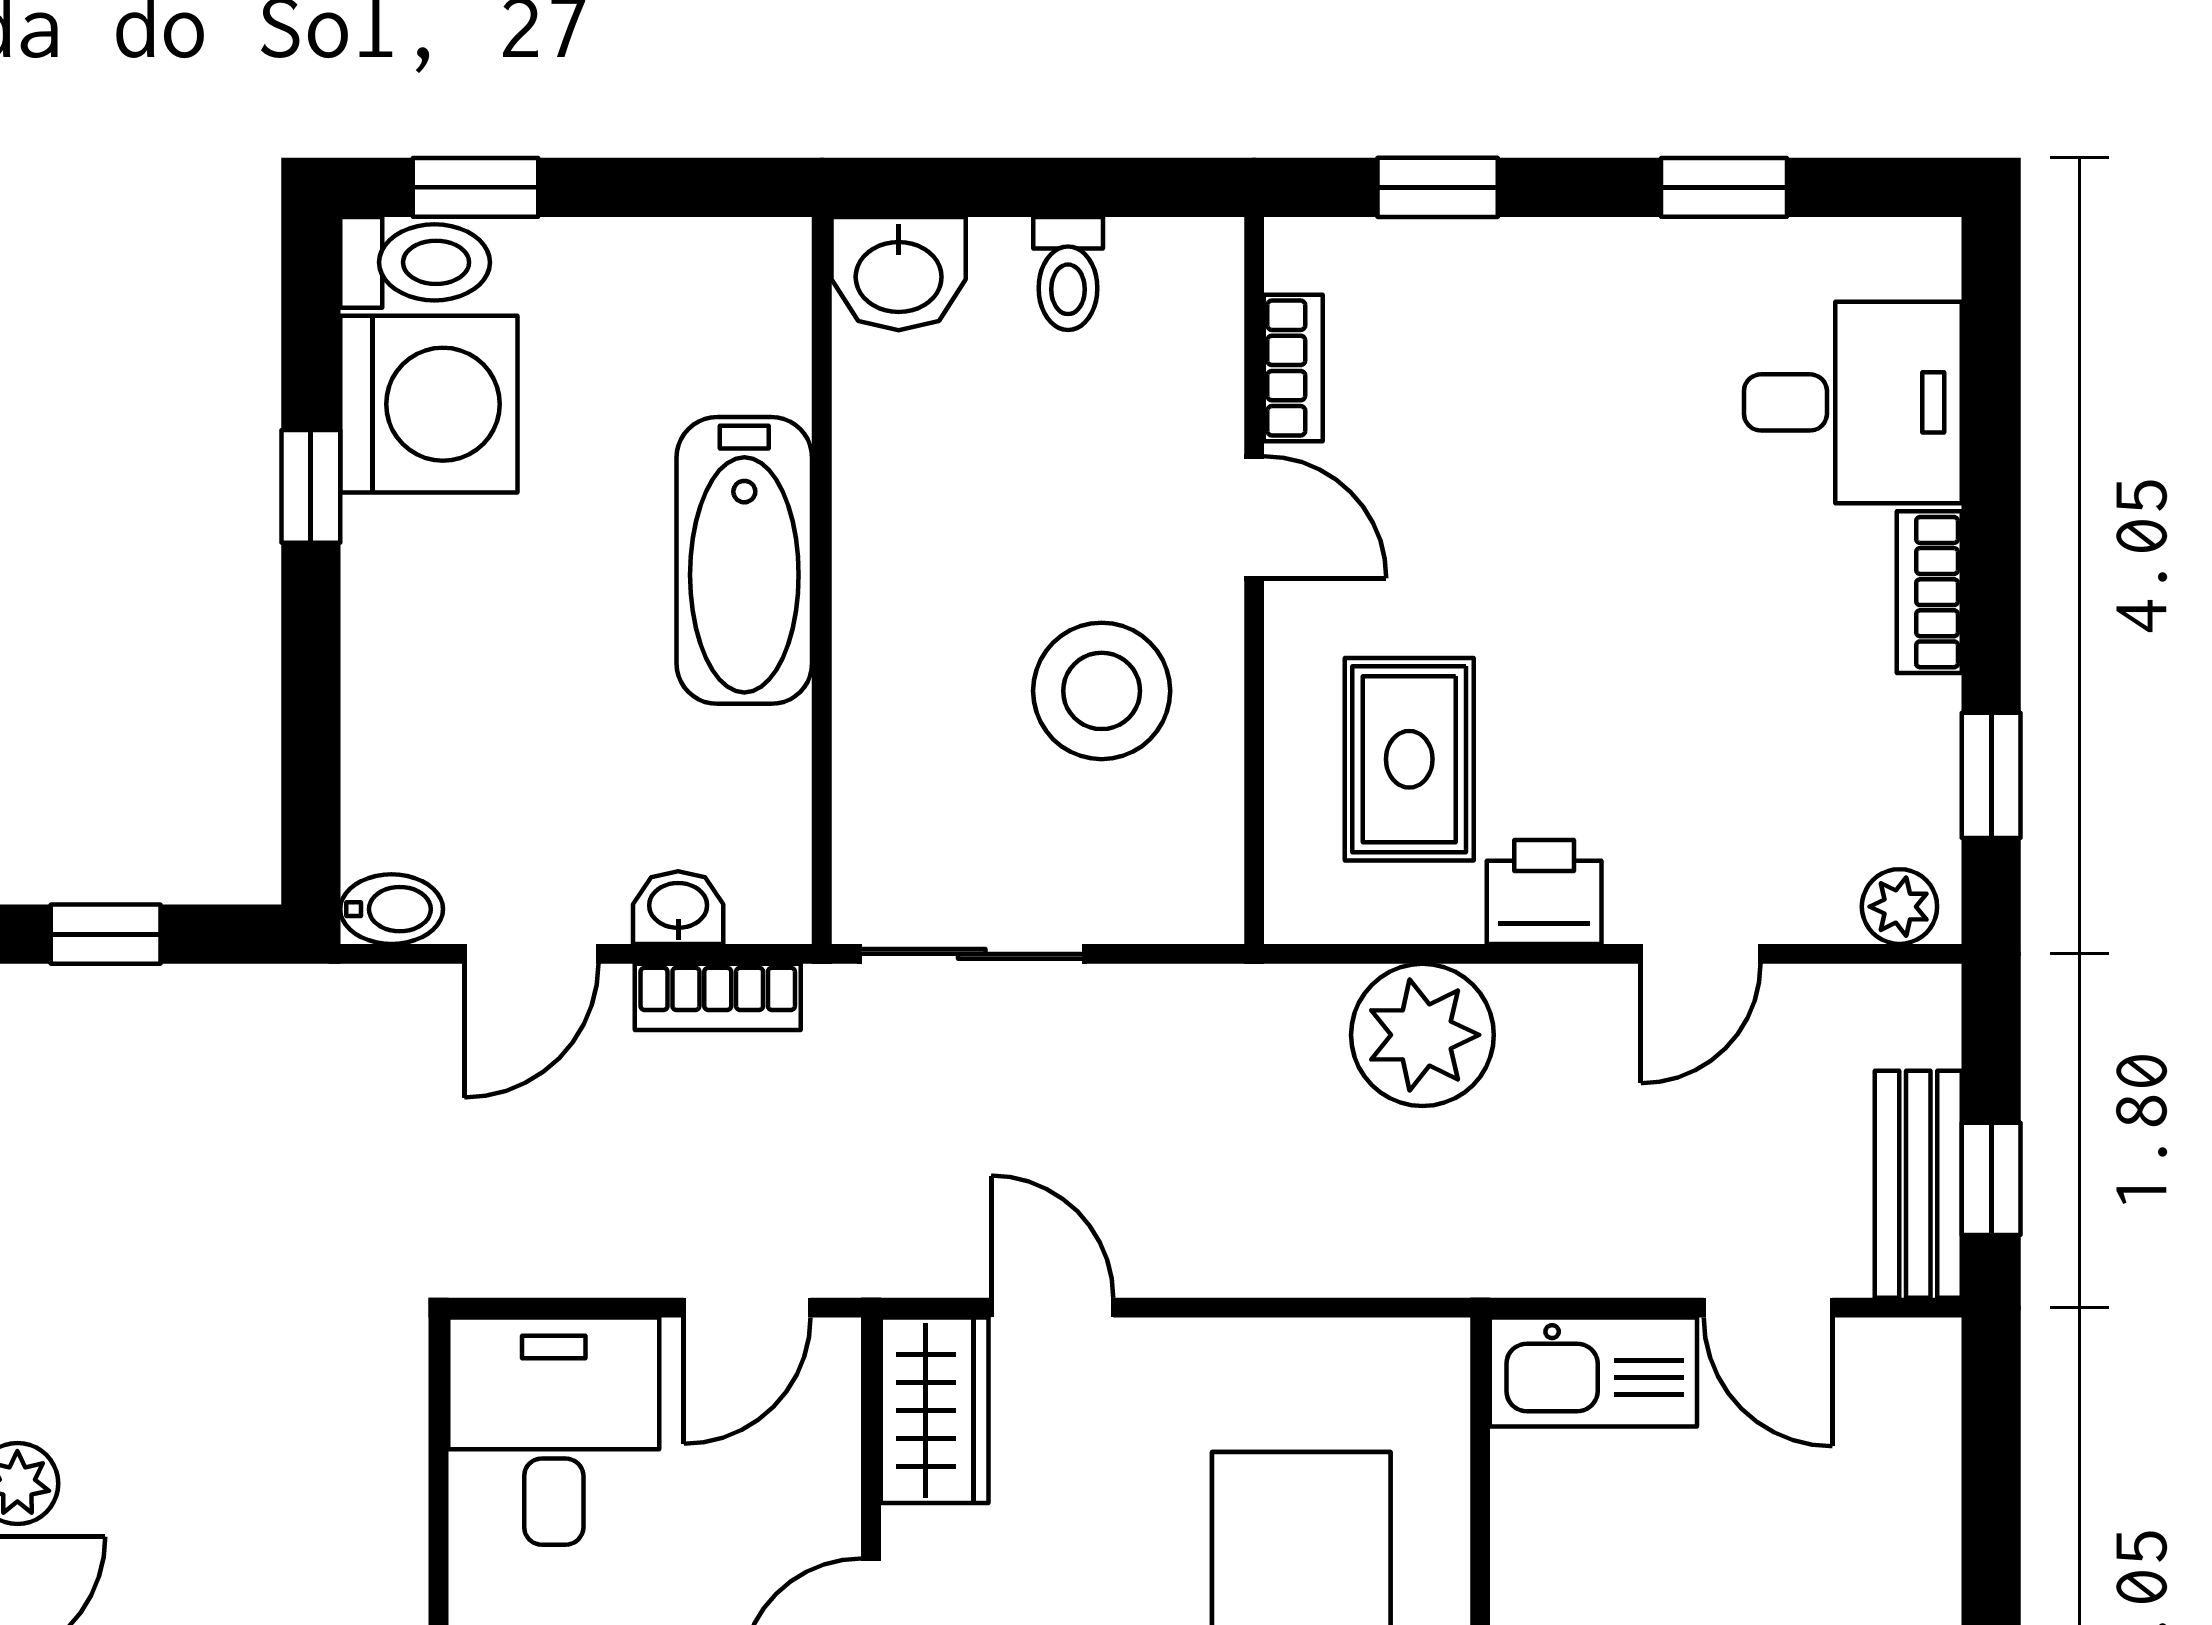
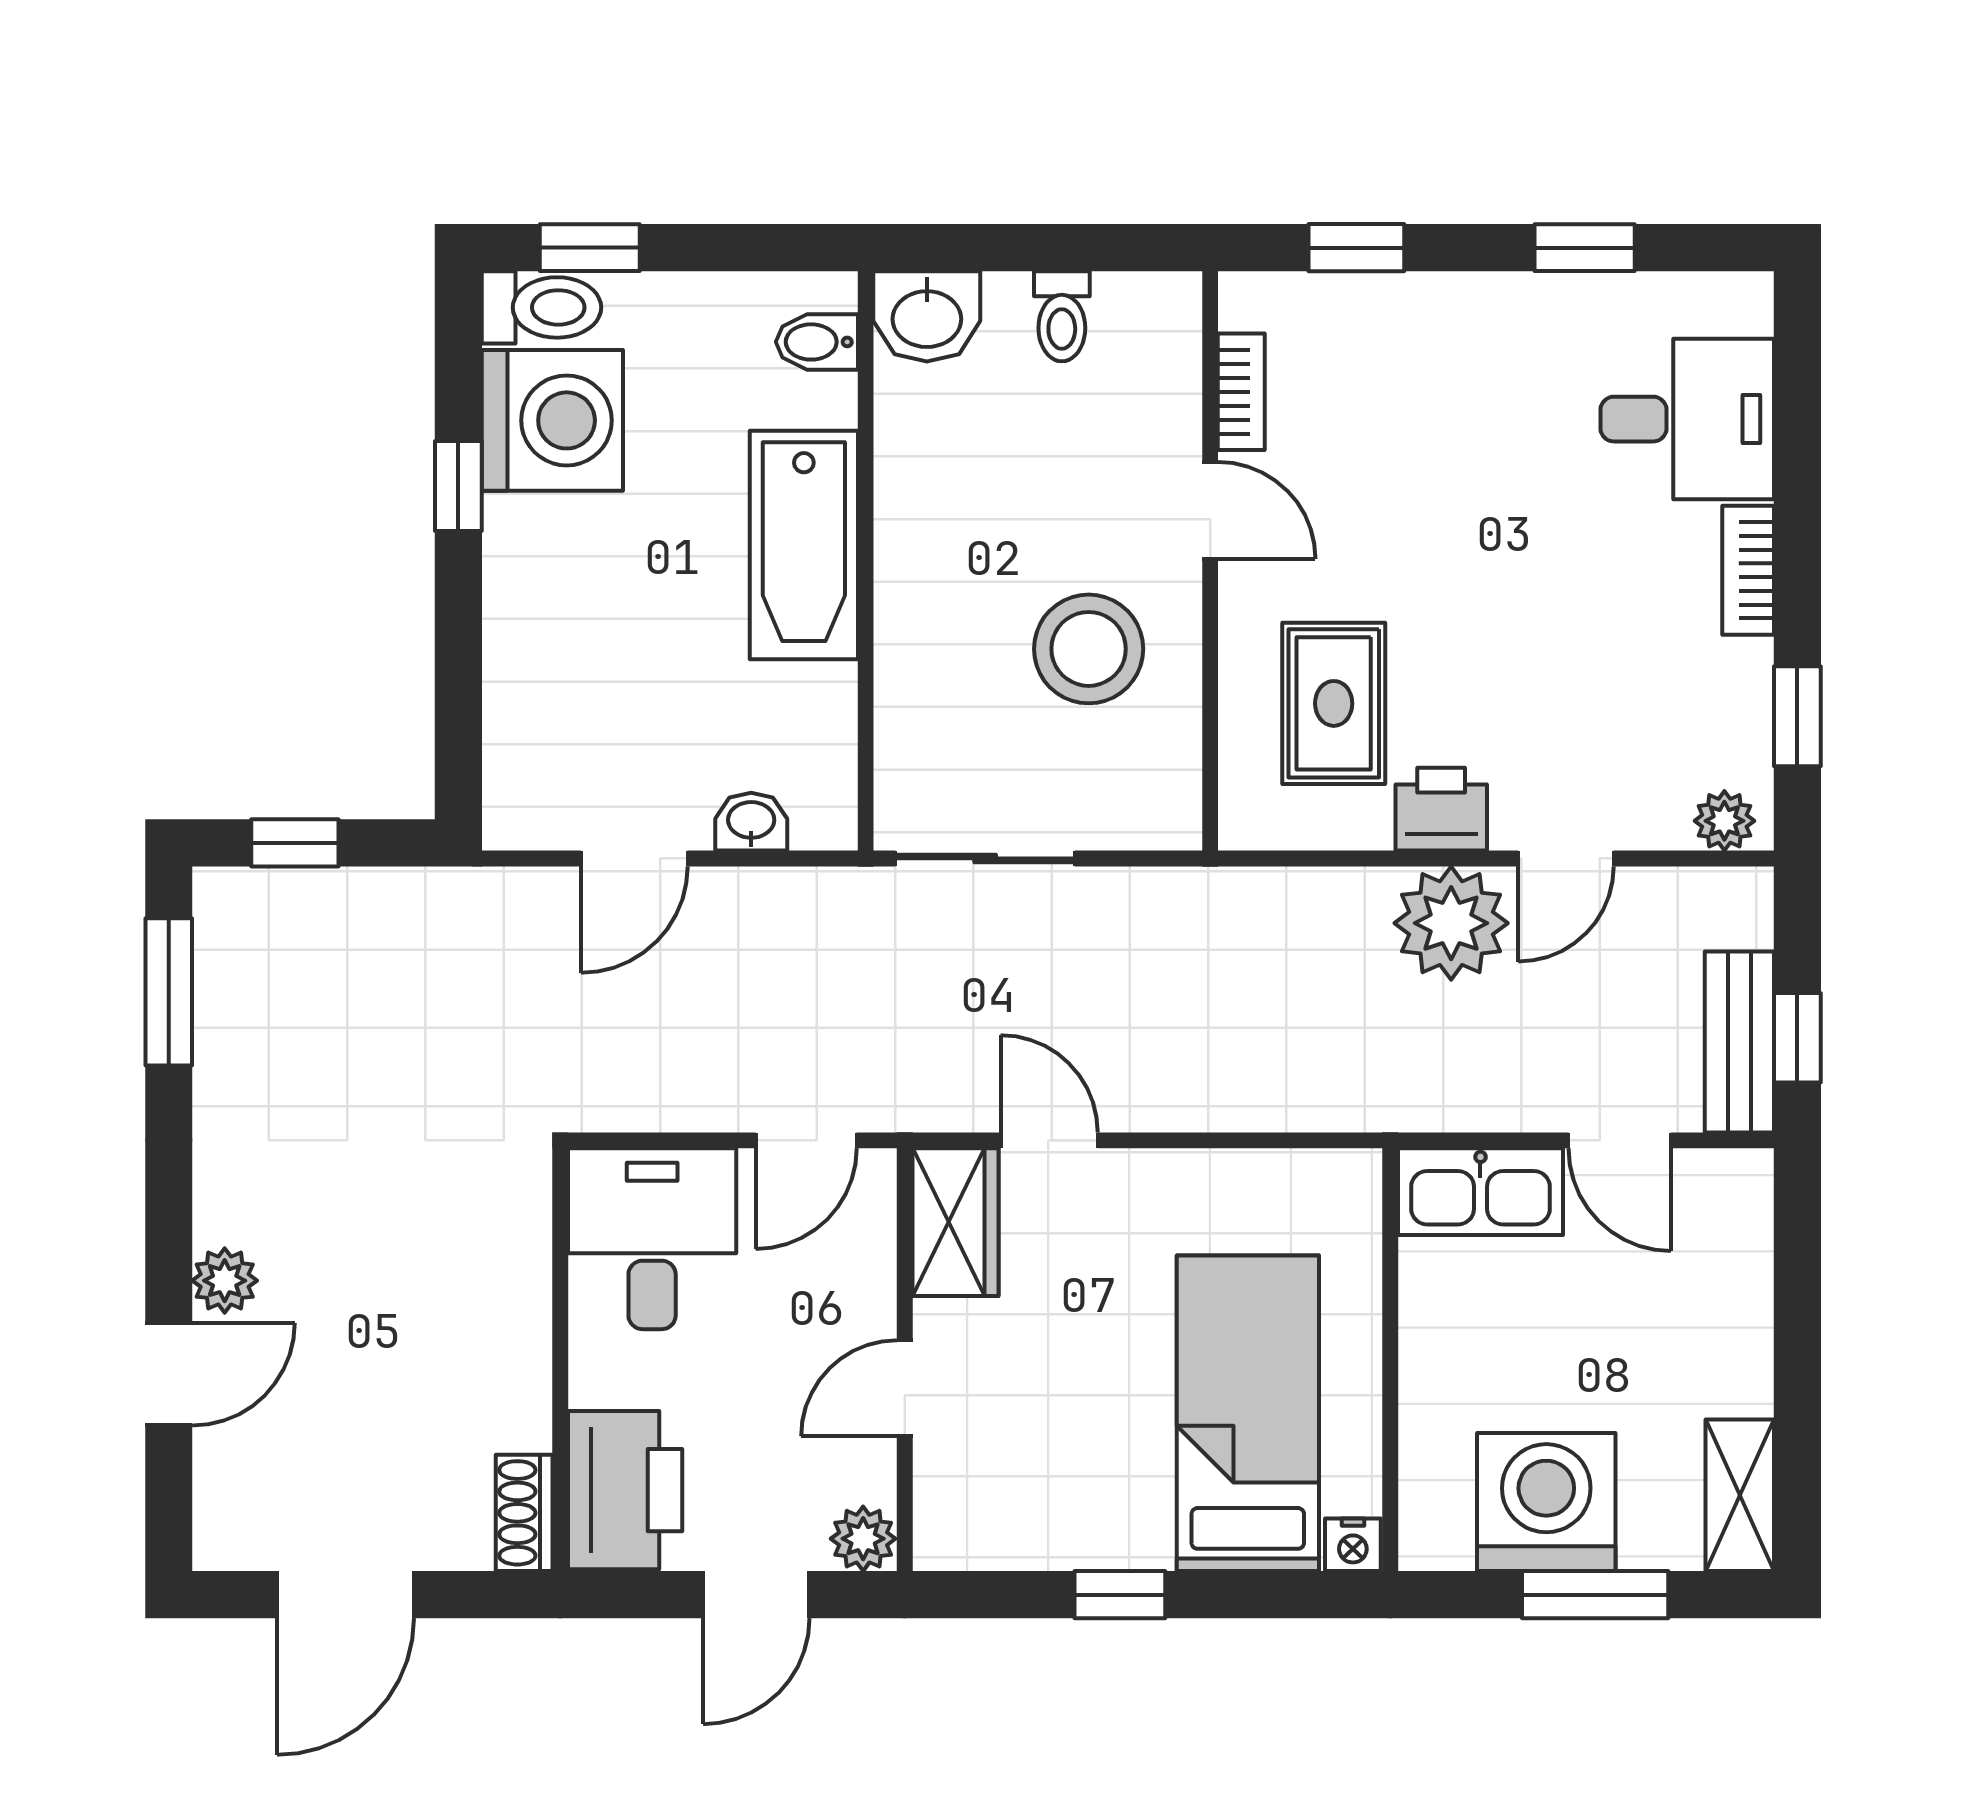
bidet: (392, 909) -> (817, 342), moved, turned 180
bookcase: (718, 997) -> (783, 893), removed
plant: (1422, 1035) -> (1451, 923), moved

